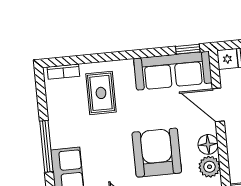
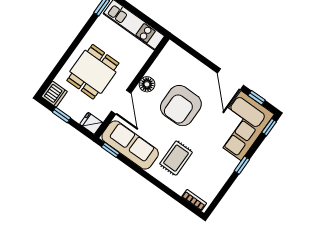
rug: (101, 93) -> (176, 158), moved
window: (46, 146) -> (242, 165), width x0.46
plant: (210, 167) -> (157, 71), removed

